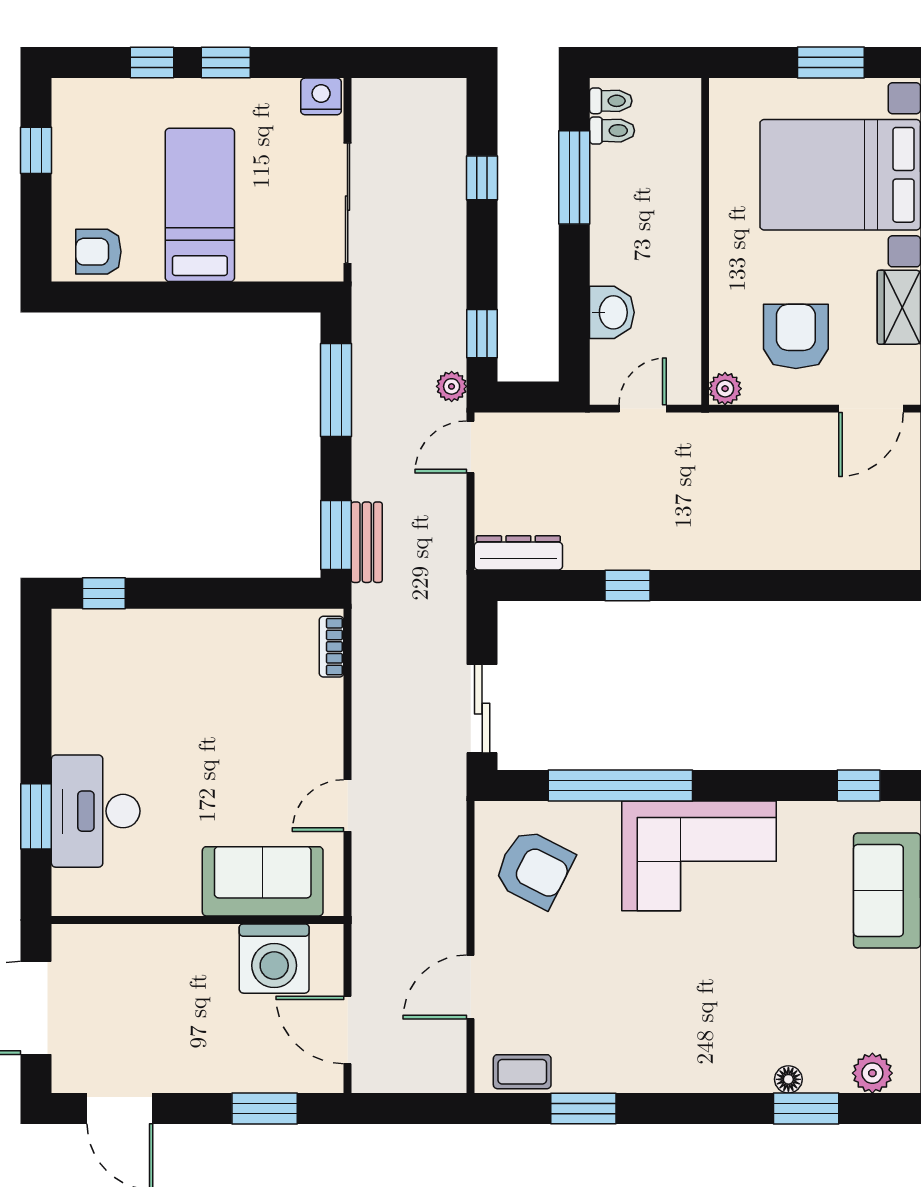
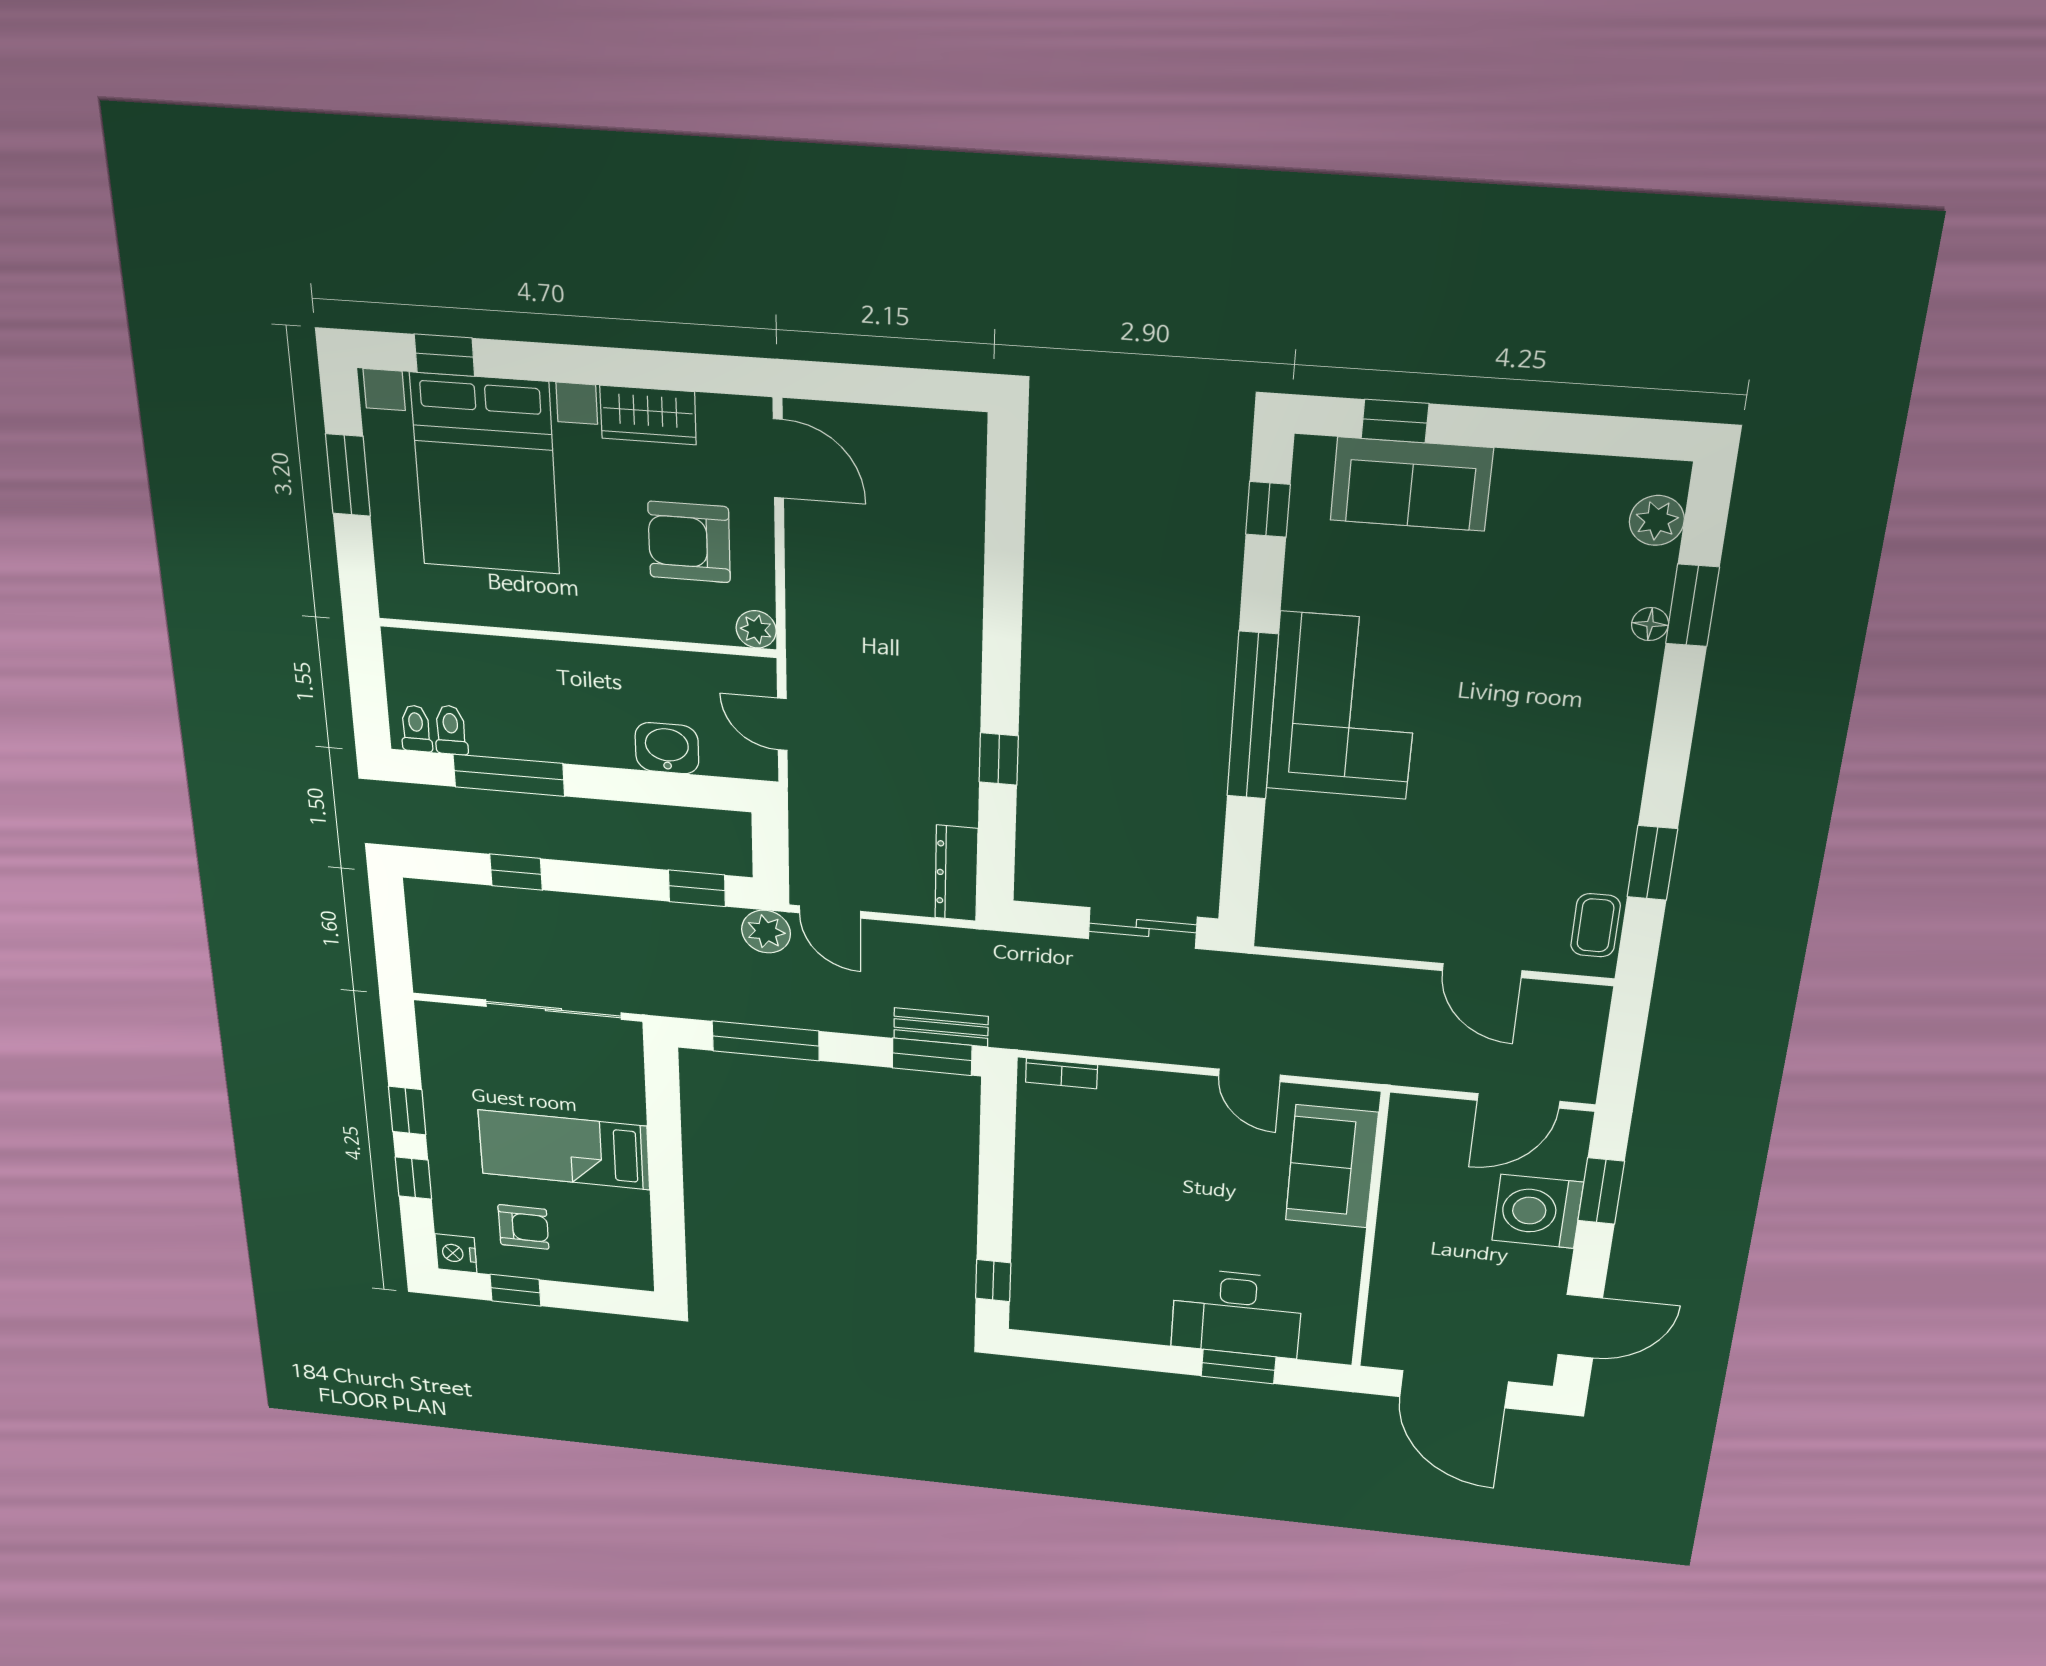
nightstand: (321, 96) -> (456, 1253), moved
armchair: (98, 252) -> (523, 1227), moved, turned -90
plant: (452, 386) -> (766, 932), width x1.38, depth x1.38
window: (620, 785) -> (1252, 716), moved
armchair: (534, 869) -> (1343, 891), removed
washing machine: (274, 959) -> (1537, 1211), moved, turned 180

